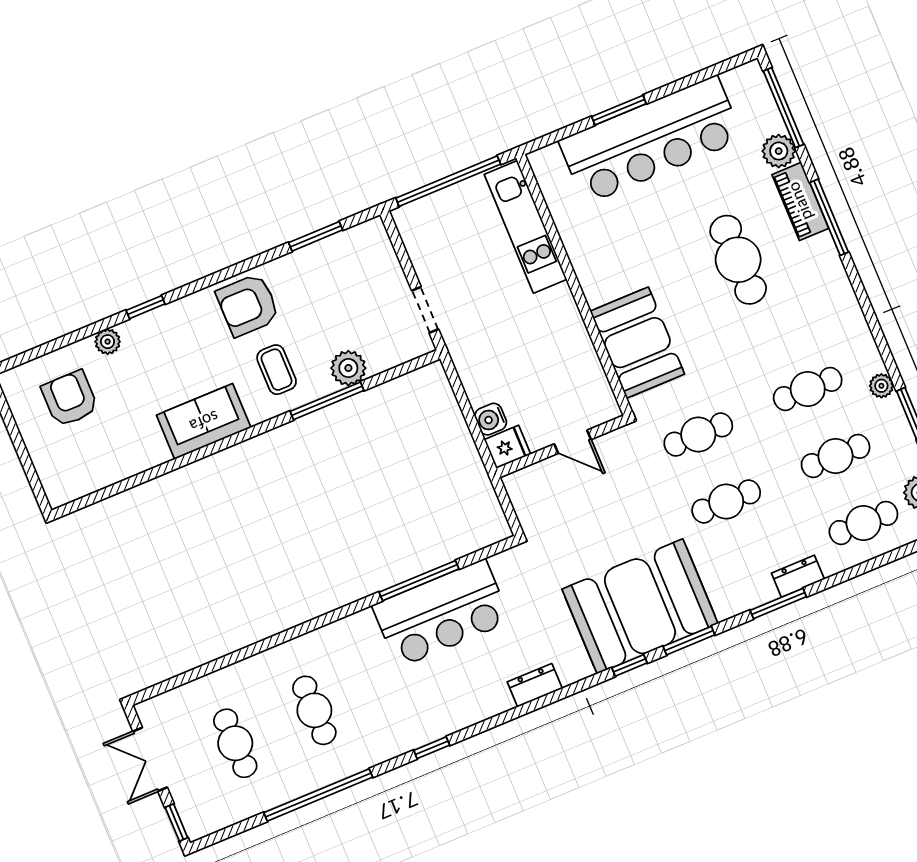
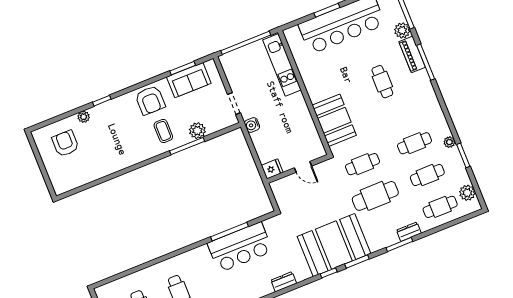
cafe table: (738, 260) -> (382, 82), width x0.73, depth x0.74
armchair: (248, 305) -> (150, 100), turned -90
water cooler: (491, 419) -> (252, 125), moved
sofa: (204, 421) -> (189, 80), moved, turned 180
cafe table: (726, 502) -> (375, 196), width x1.37, depth x1.35

